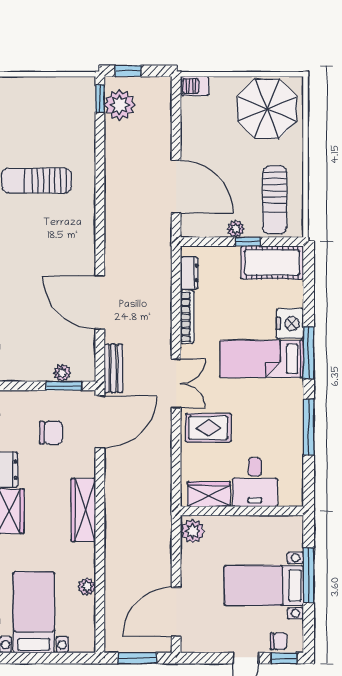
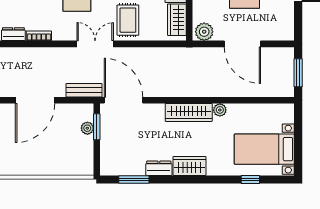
bookcase: (187, 317) -> (39, 36), width x0.64
chair: (51, 433) -> (132, 136), removed
plant: (87, 587) -> (220, 110), moved
door: (176, 612) -> (242, 44), moved

